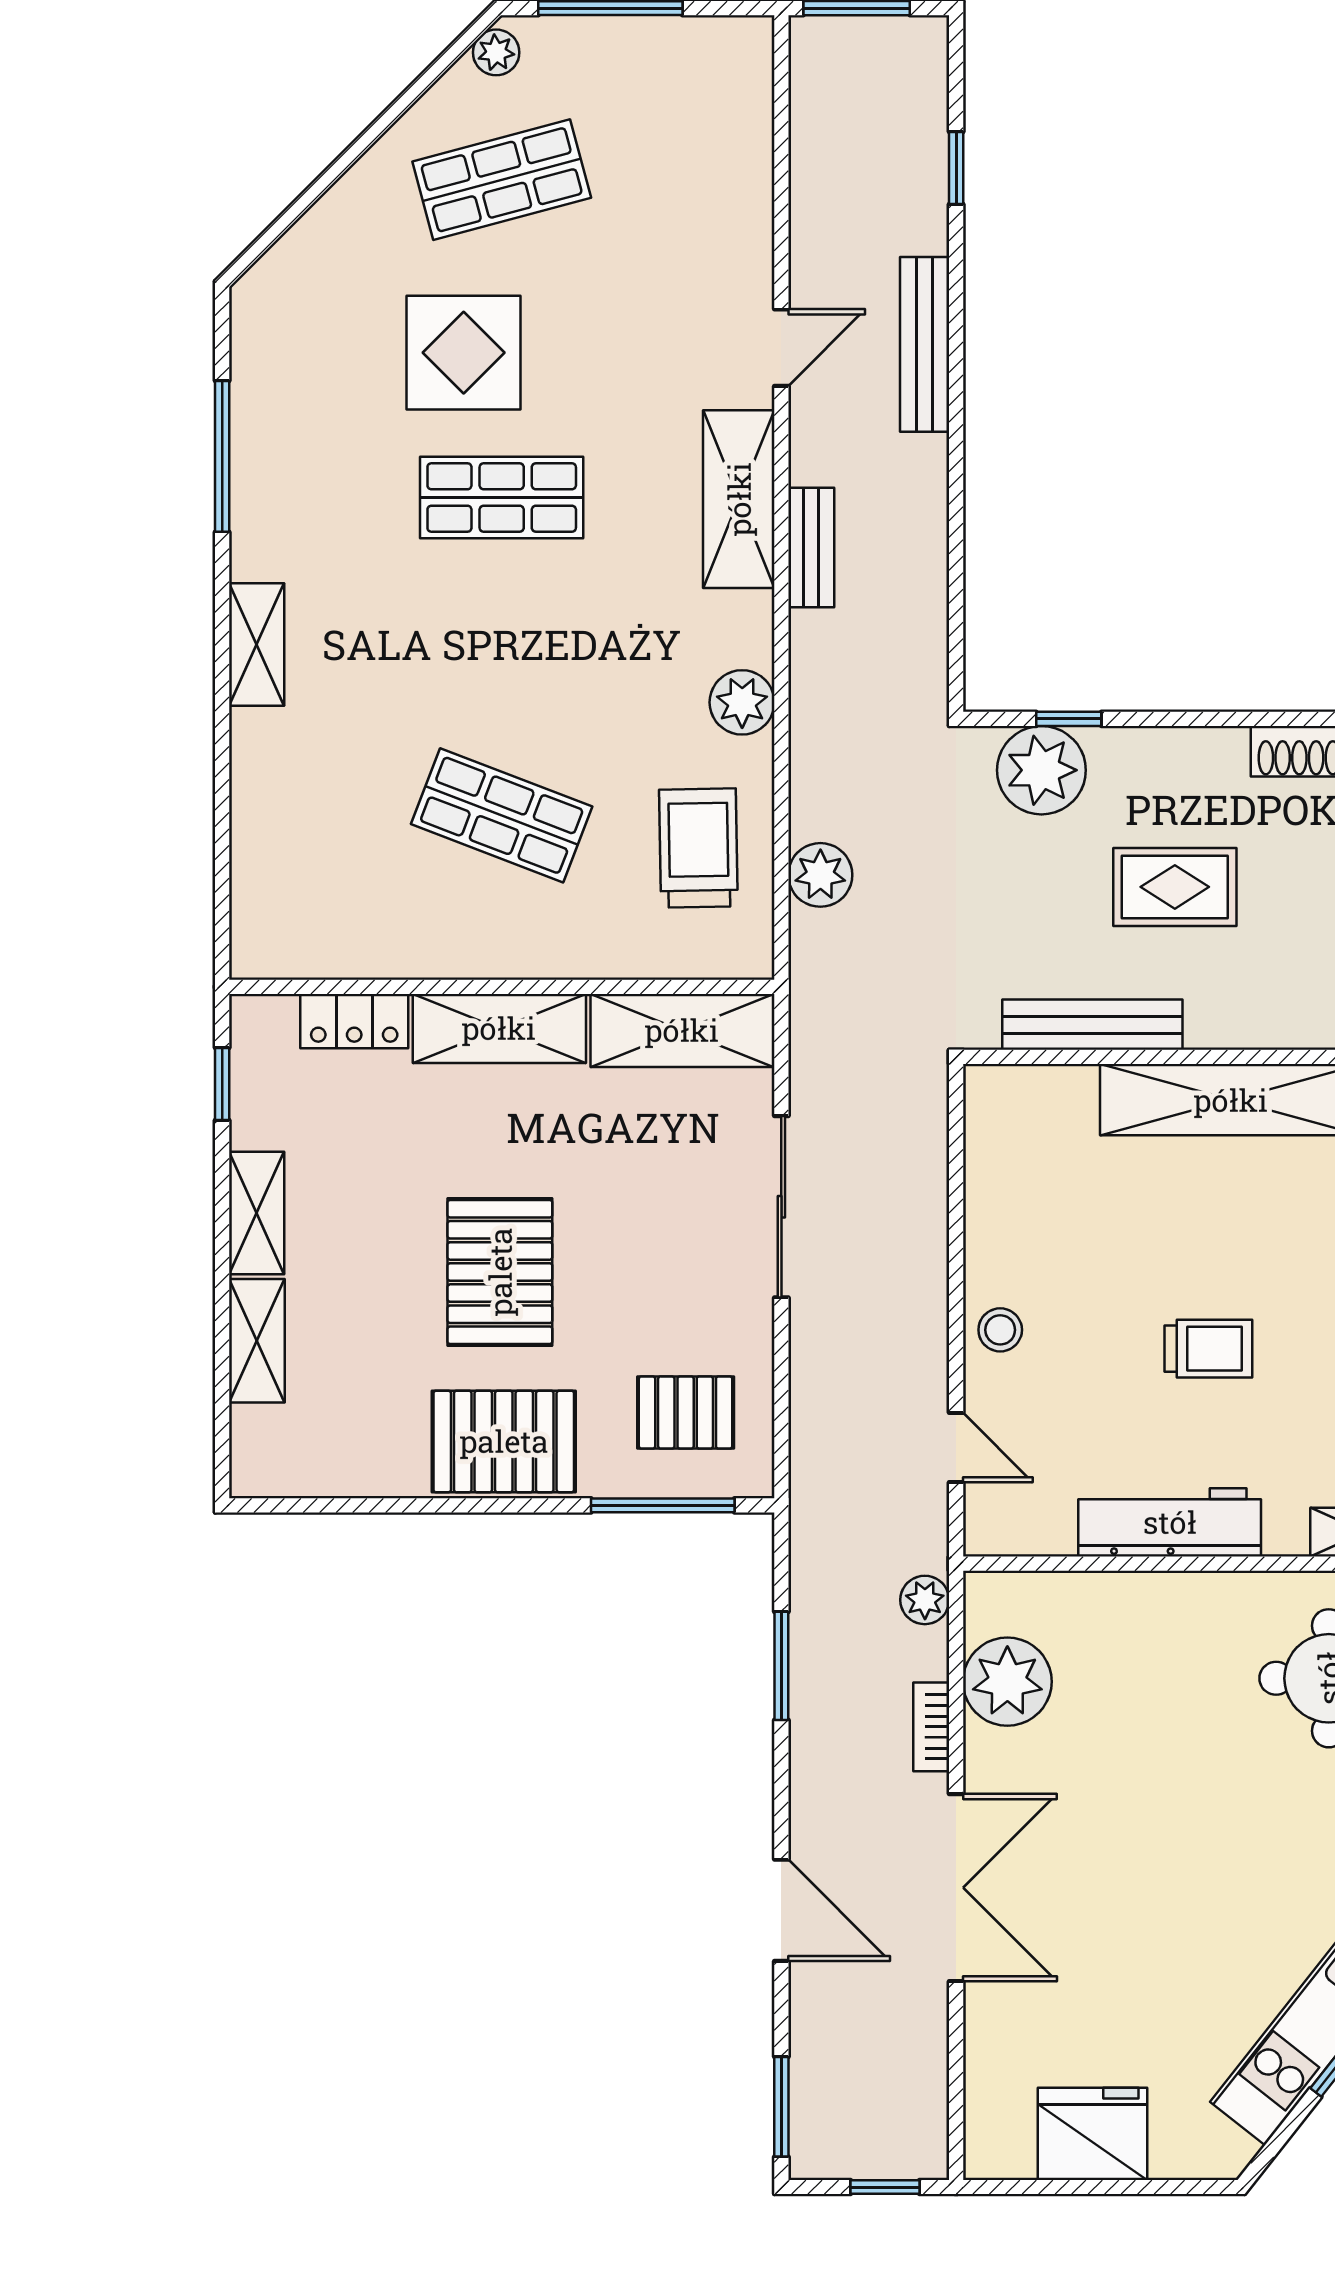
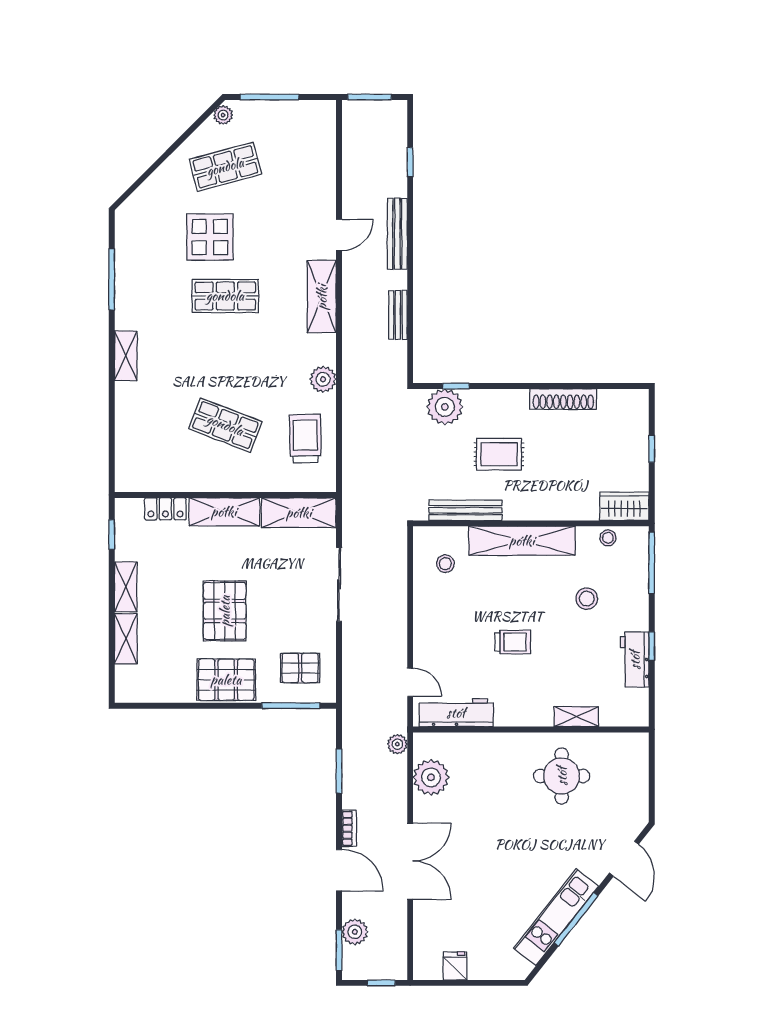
bench: (811, 547) -> (398, 315), moved
plant: (820, 875) -> (355, 932), moved
stool: (1000, 1330) -> (445, 564), moved
workbench: (1170, 1522) -> (456, 713), moved
bookcase: (931, 1727) -> (349, 828), moved, turned 180
fridge: (1092, 2134) -> (455, 966), width x0.53, depth x0.75

